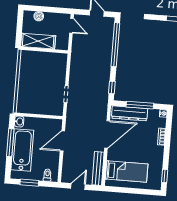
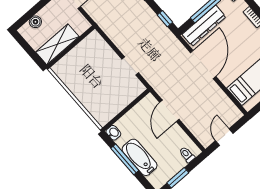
bathtub: (22, 150) -> (140, 157), width x0.73, depth x0.73
bench: (98, 168) -> (226, 103), removed

